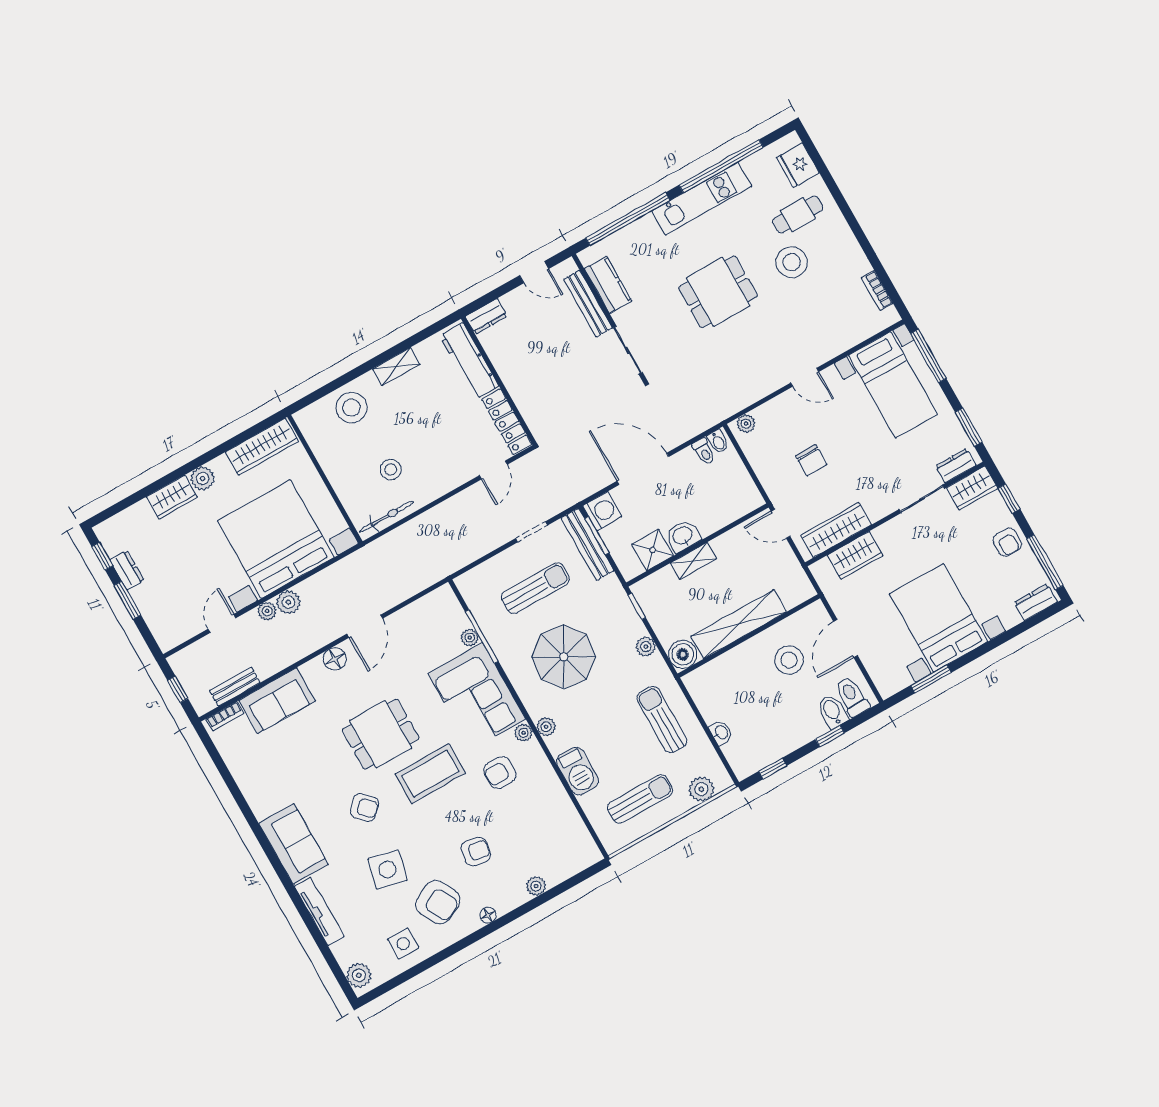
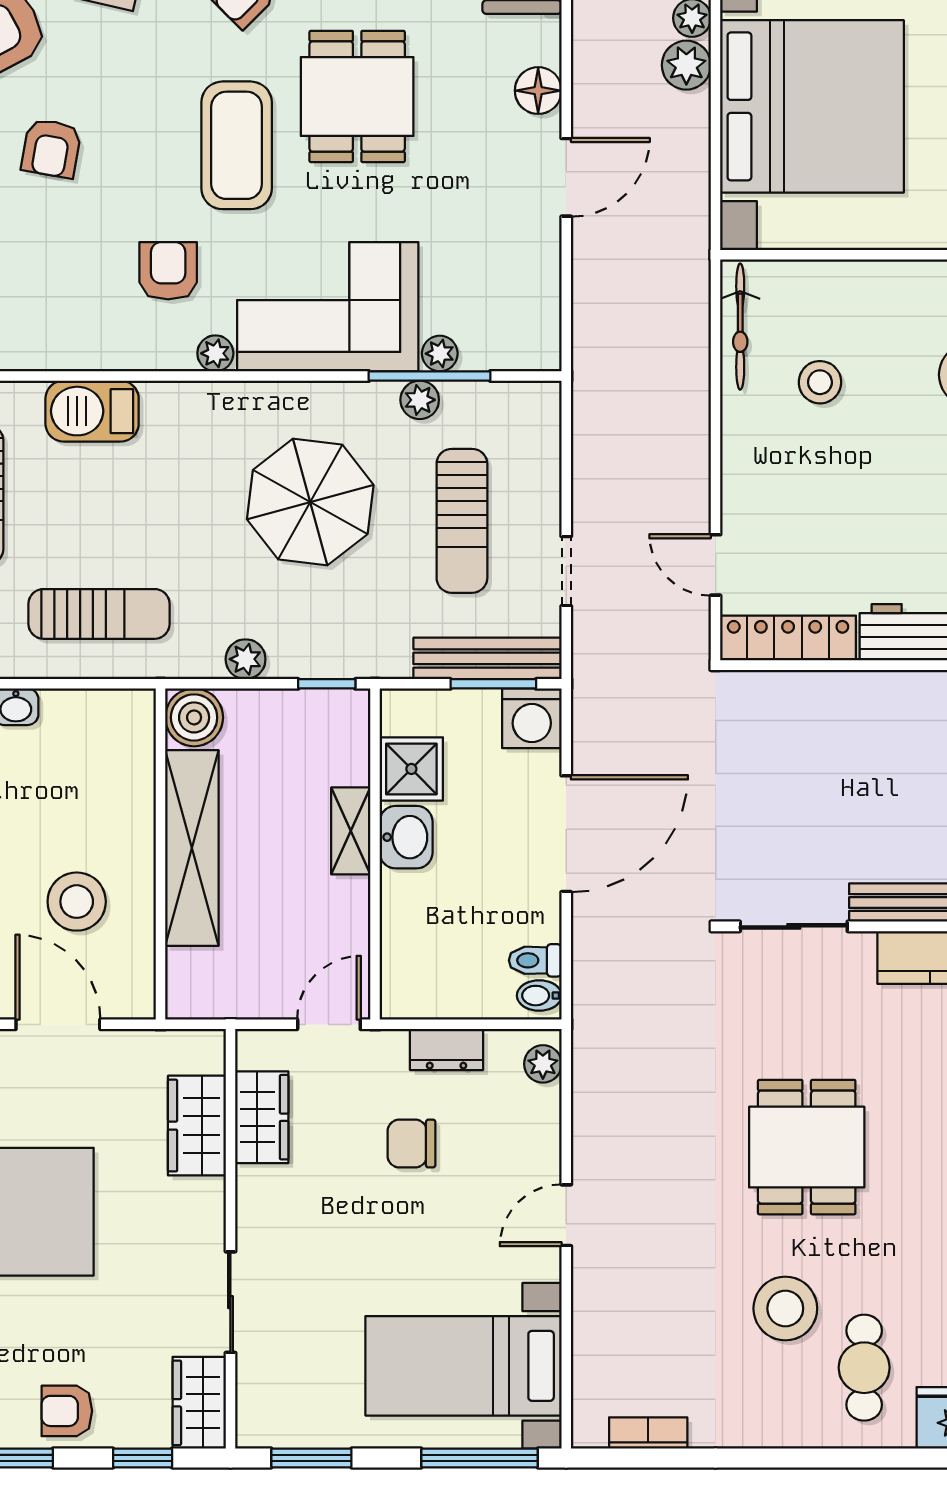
dresser: (956, 466) -> (447, 1050), moved, turned 90
wardrobe: (836, 530) -> (262, 1117), width x0.67
door: (365, 626) -> (566, 177), swing flipped
plant: (546, 727) -> (420, 400), moved

